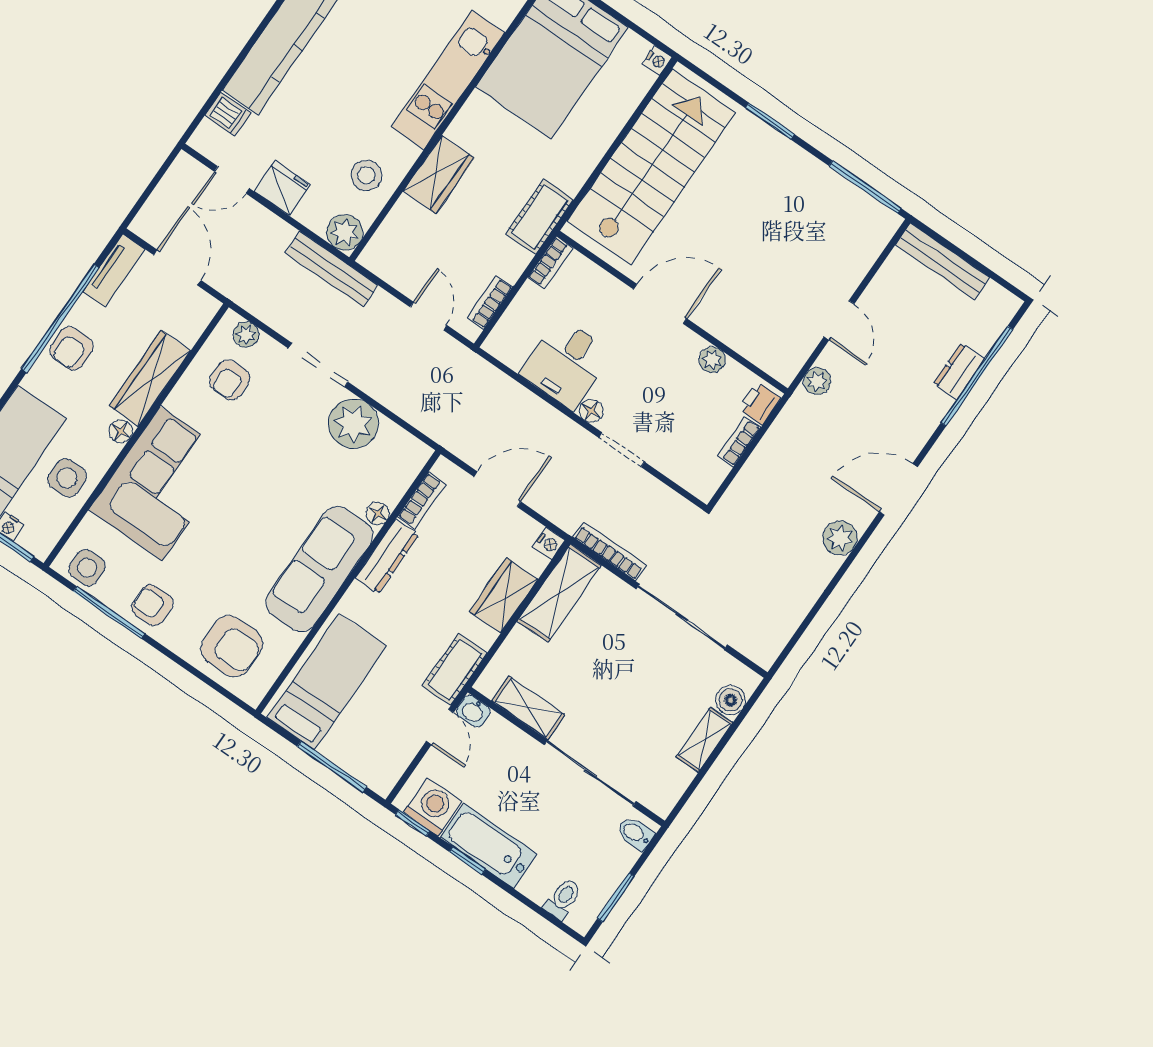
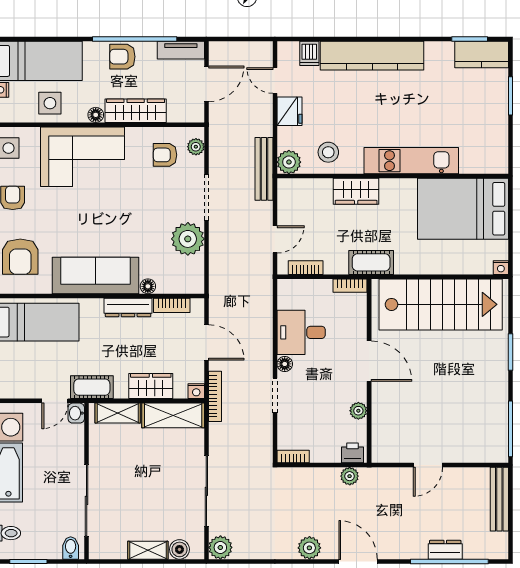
plant: (817, 381) -> (350, 476), moved
bookcase: (739, 442) -> (293, 457), moved
bookcase: (610, 551) -> (215, 396), moved
plant: (763, 648) -> (220, 547), added
shelving: (528, 708) -> (118, 413), moved, turned 90

